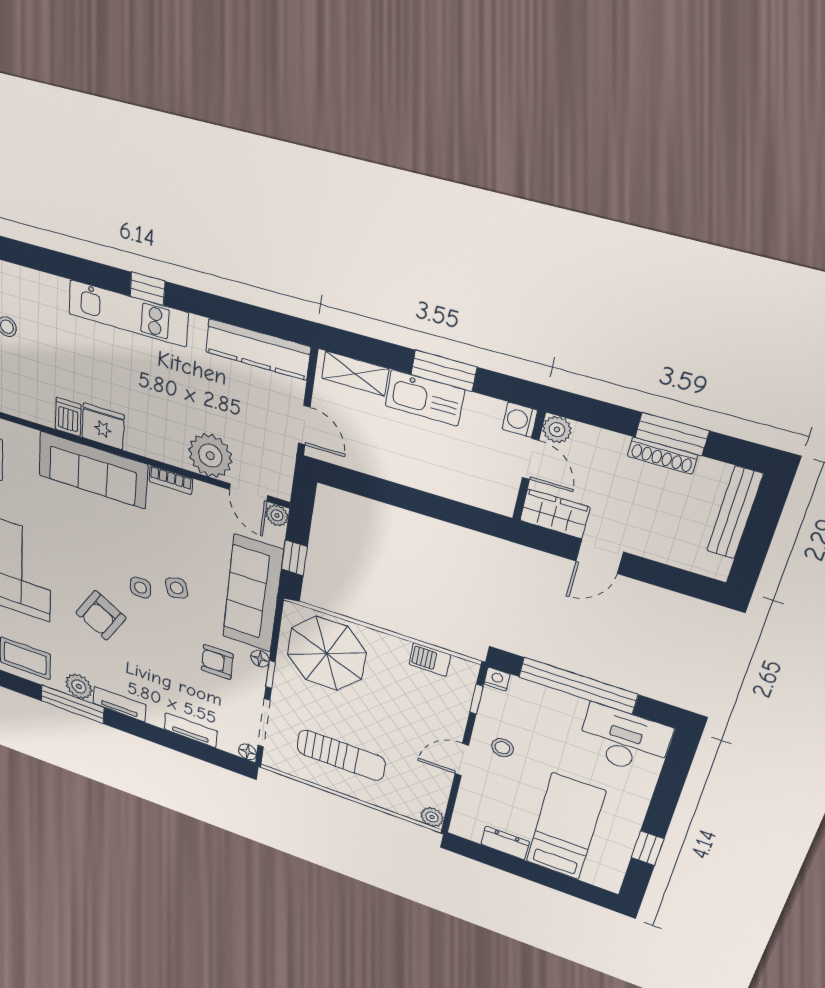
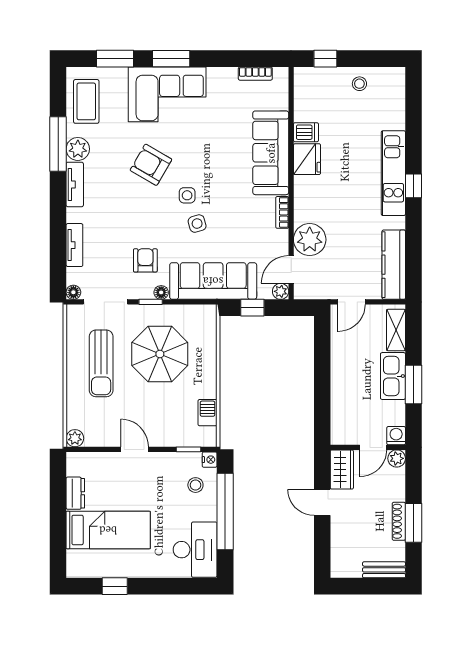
bench: (735, 513) -> (384, 570), width x0.73
parasol: (326, 653) -> (160, 354), moved
stool: (502, 748) -> (195, 485), moved

